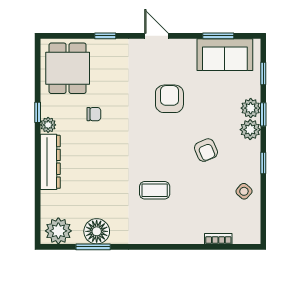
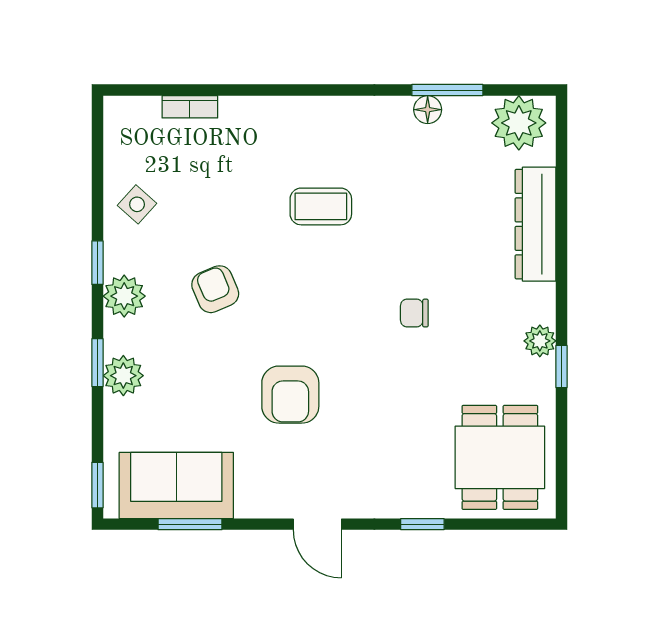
window: (263, 74) -> (97, 485), moved
chair: (94, 114) -> (414, 313), moved
plant: (250, 130) -> (124, 296), moved
dresser: (50, 162) -> (535, 224), moved
floor lamp: (97, 231) -> (428, 110), width x0.53, depth x0.53

